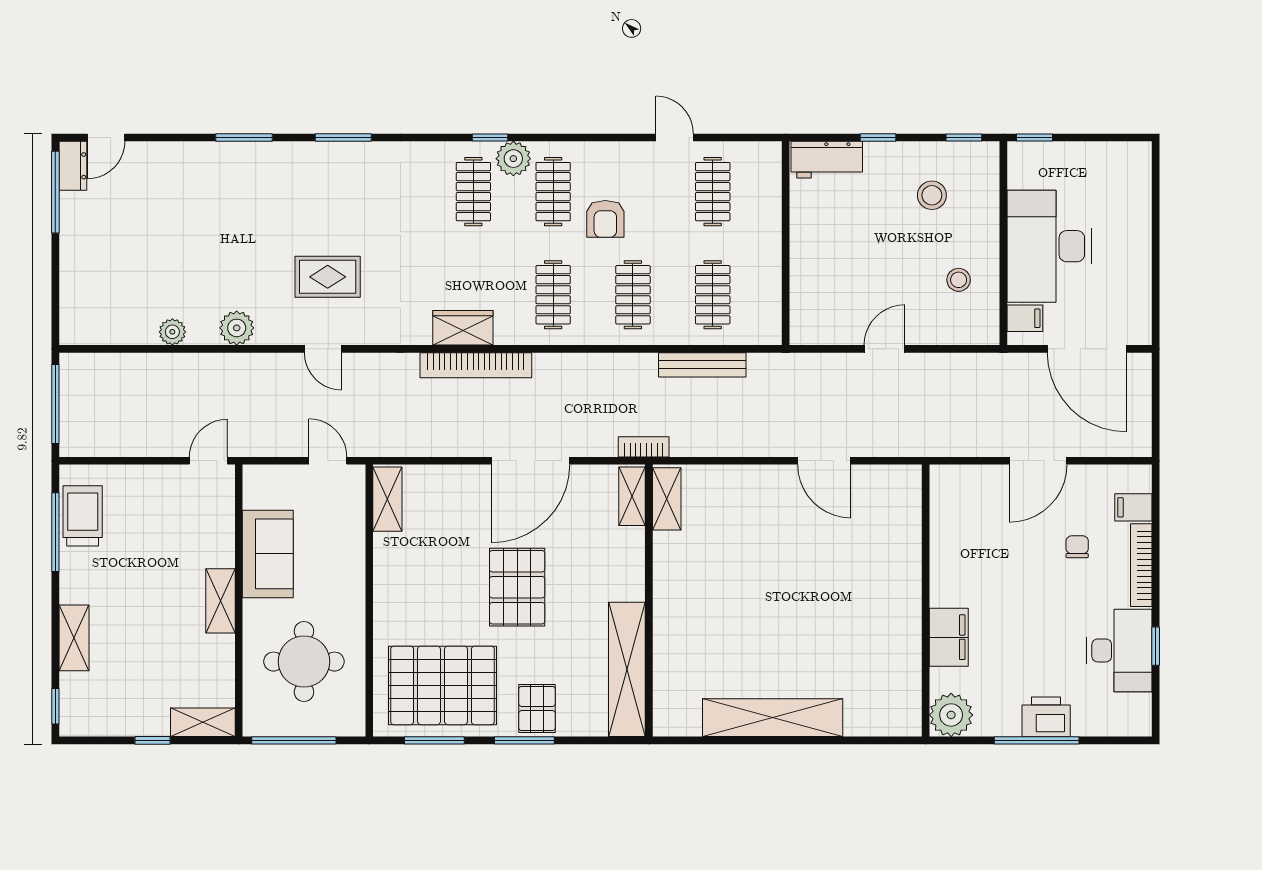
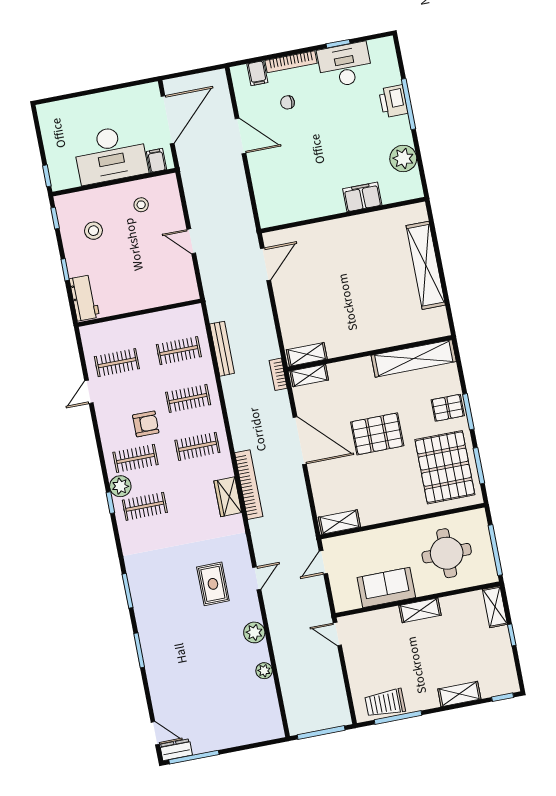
wall: (926, 601) -> (343, 215), moved
filing cabinet: (949, 637) -> (362, 197), moved

